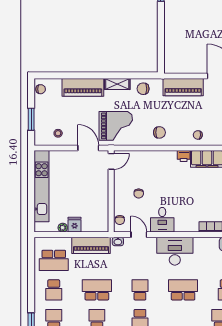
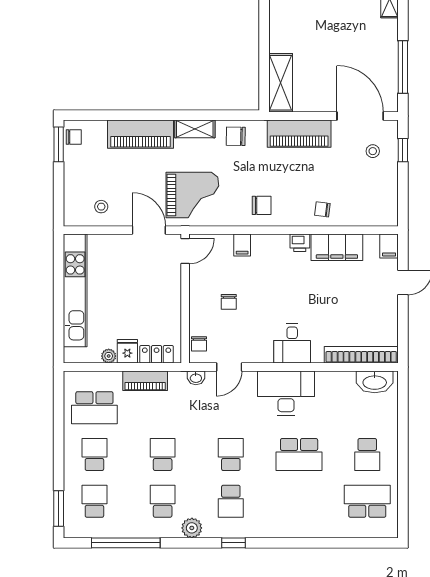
shelving: (171, 55) -> (281, 83), added
window: (31, 119) -> (59, 144), moved
filing cabinet: (147, 157) -> (242, 245), added
desk: (162, 220) -> (292, 343), moved
locker: (93, 227) -> (157, 354), added
door: (139, 235) -> (229, 367), swing flipped
piano: (91, 245) -> (145, 381), width x0.73, depth x0.75
school desk: (54, 290) -> (94, 454), turned 180
school desk: (97, 290) -> (163, 454), width x0.54
school desk: (183, 290) -> (299, 454), turned 180

